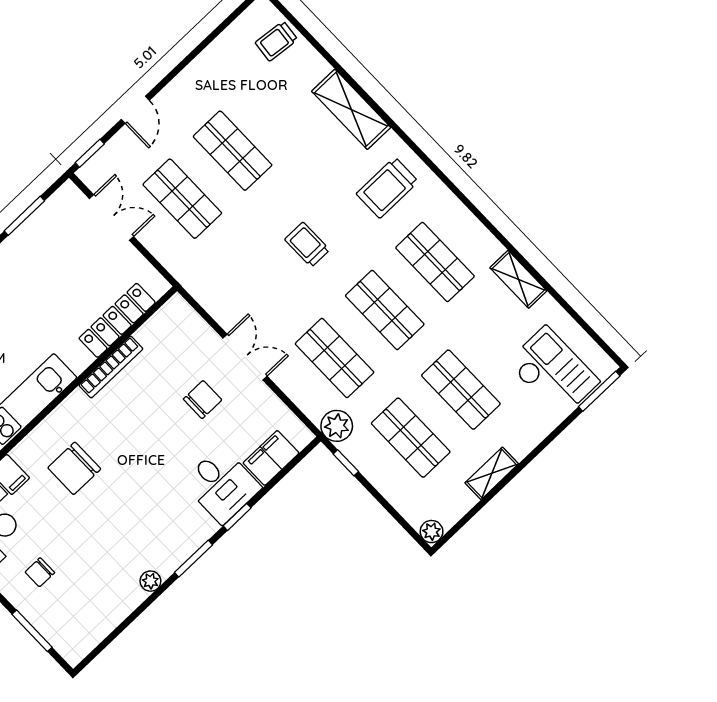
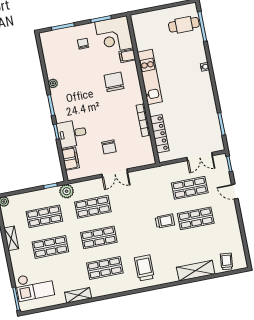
shelving: (351, 109) -> (196, 271), moved
trolley: (307, 245) -> (165, 221), moved

